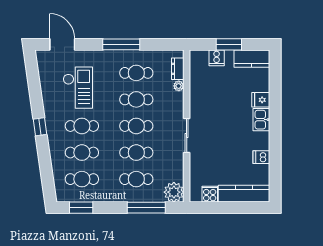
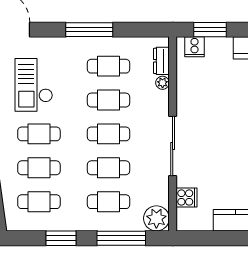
window: (229, 44) -> (210, 30), moved
cooker: (217, 58) -> (194, 47), moved
checkout: (78, 88) -> (34, 85), turned 180
sliding door: (187, 135) -> (173, 146), width x1.37
cooker: (210, 194) -> (187, 198), moved, turned 90
window: (81, 208) -> (61, 238), moved

